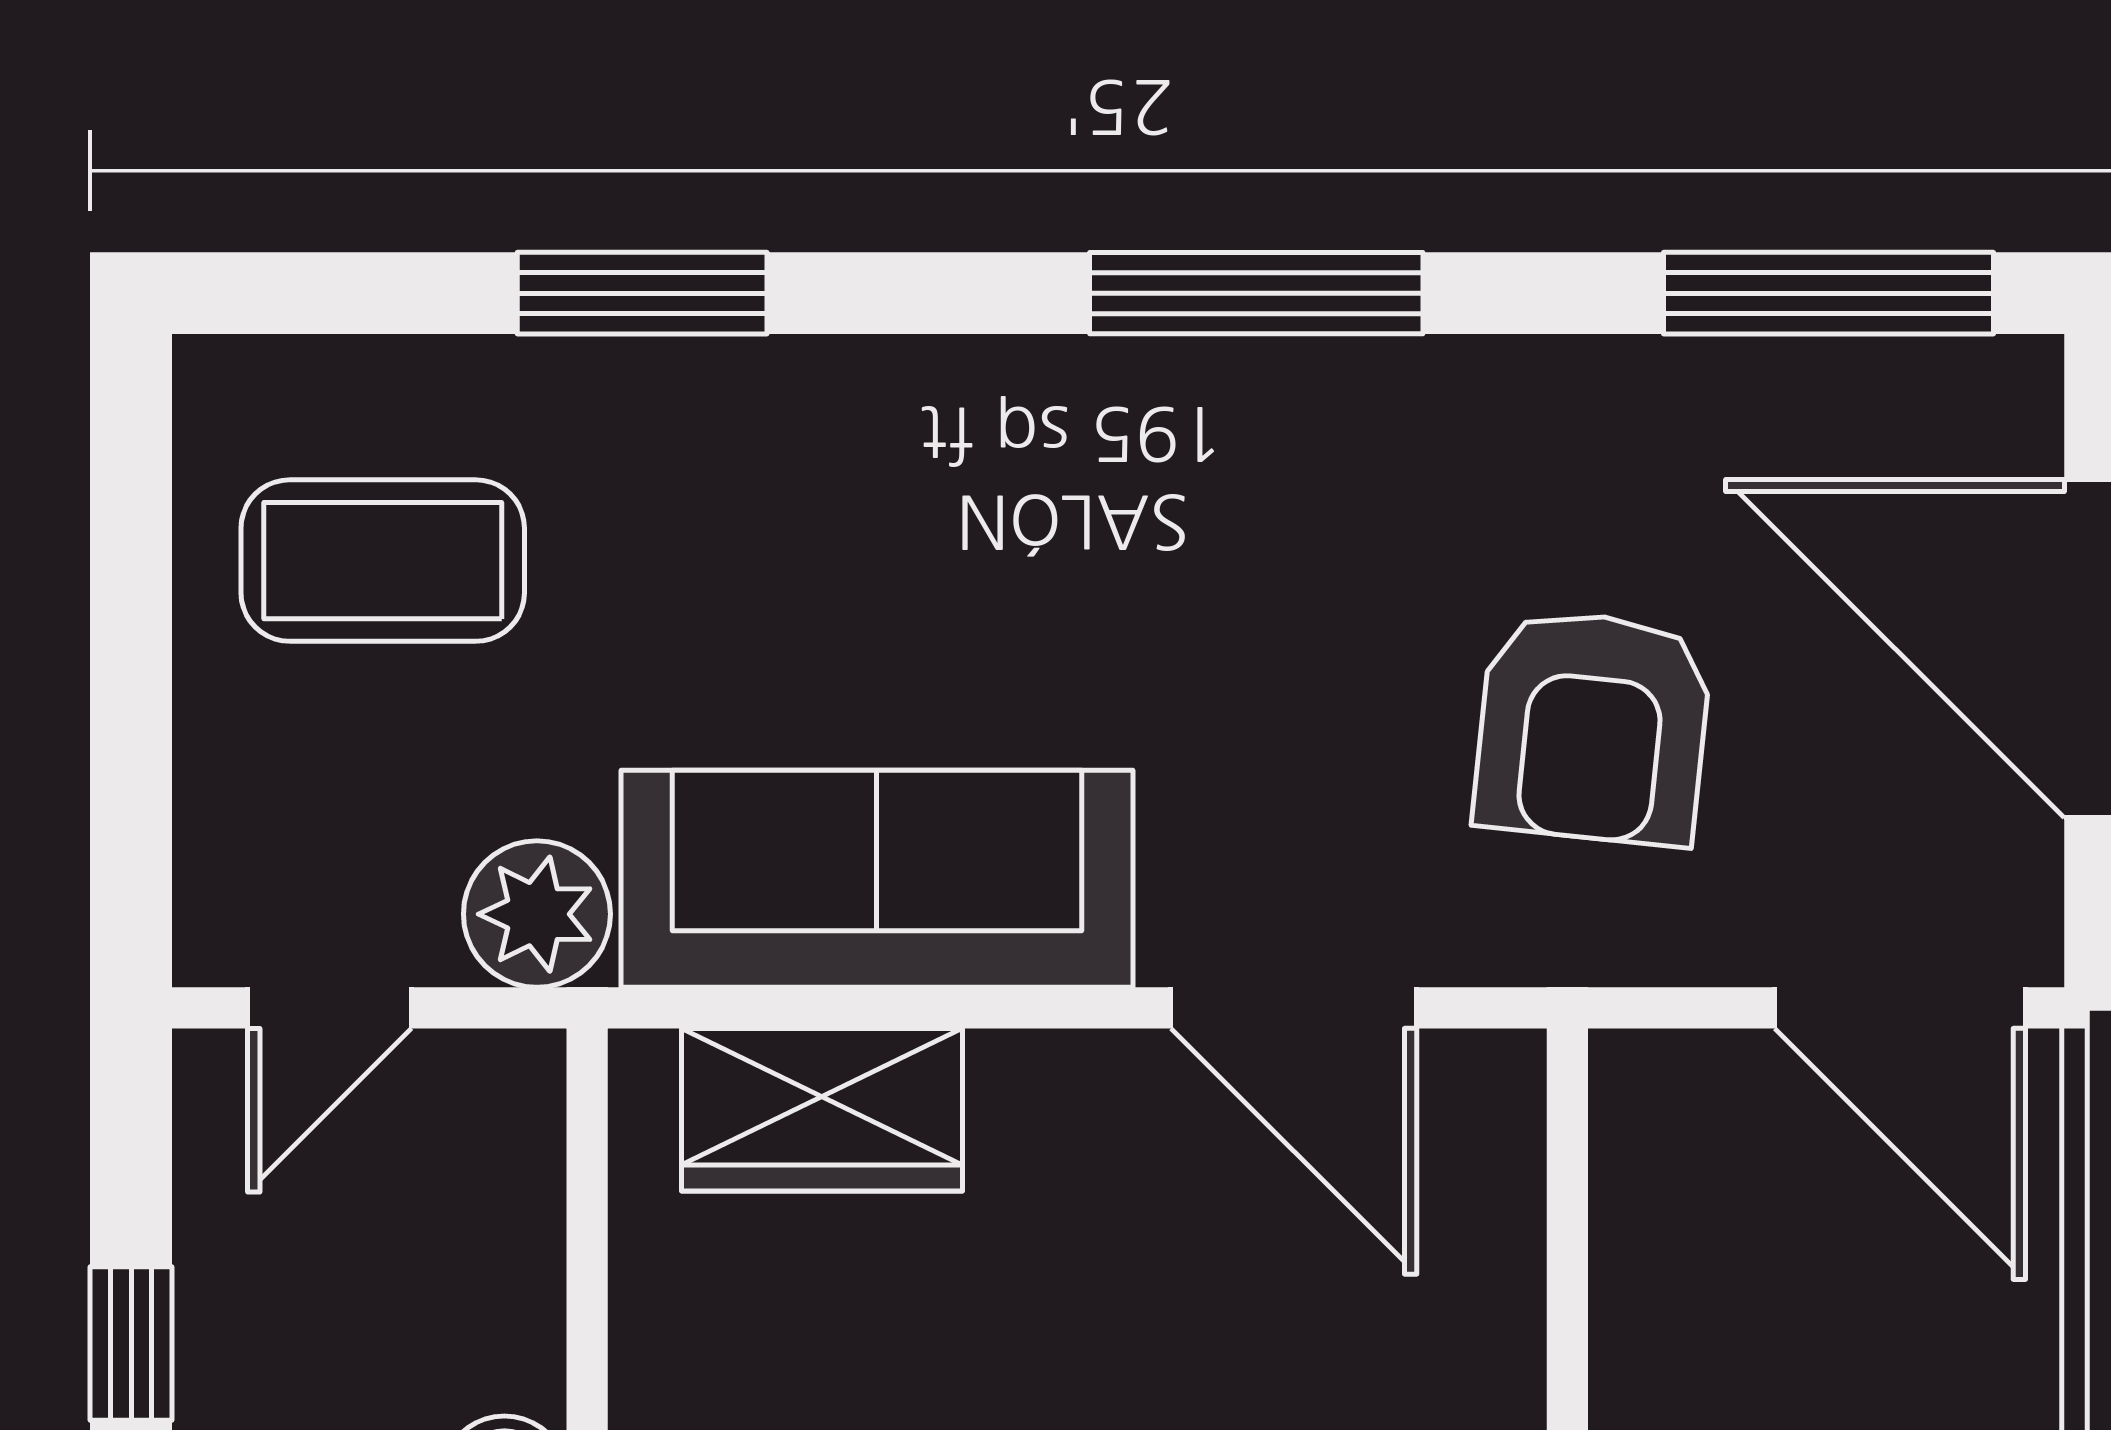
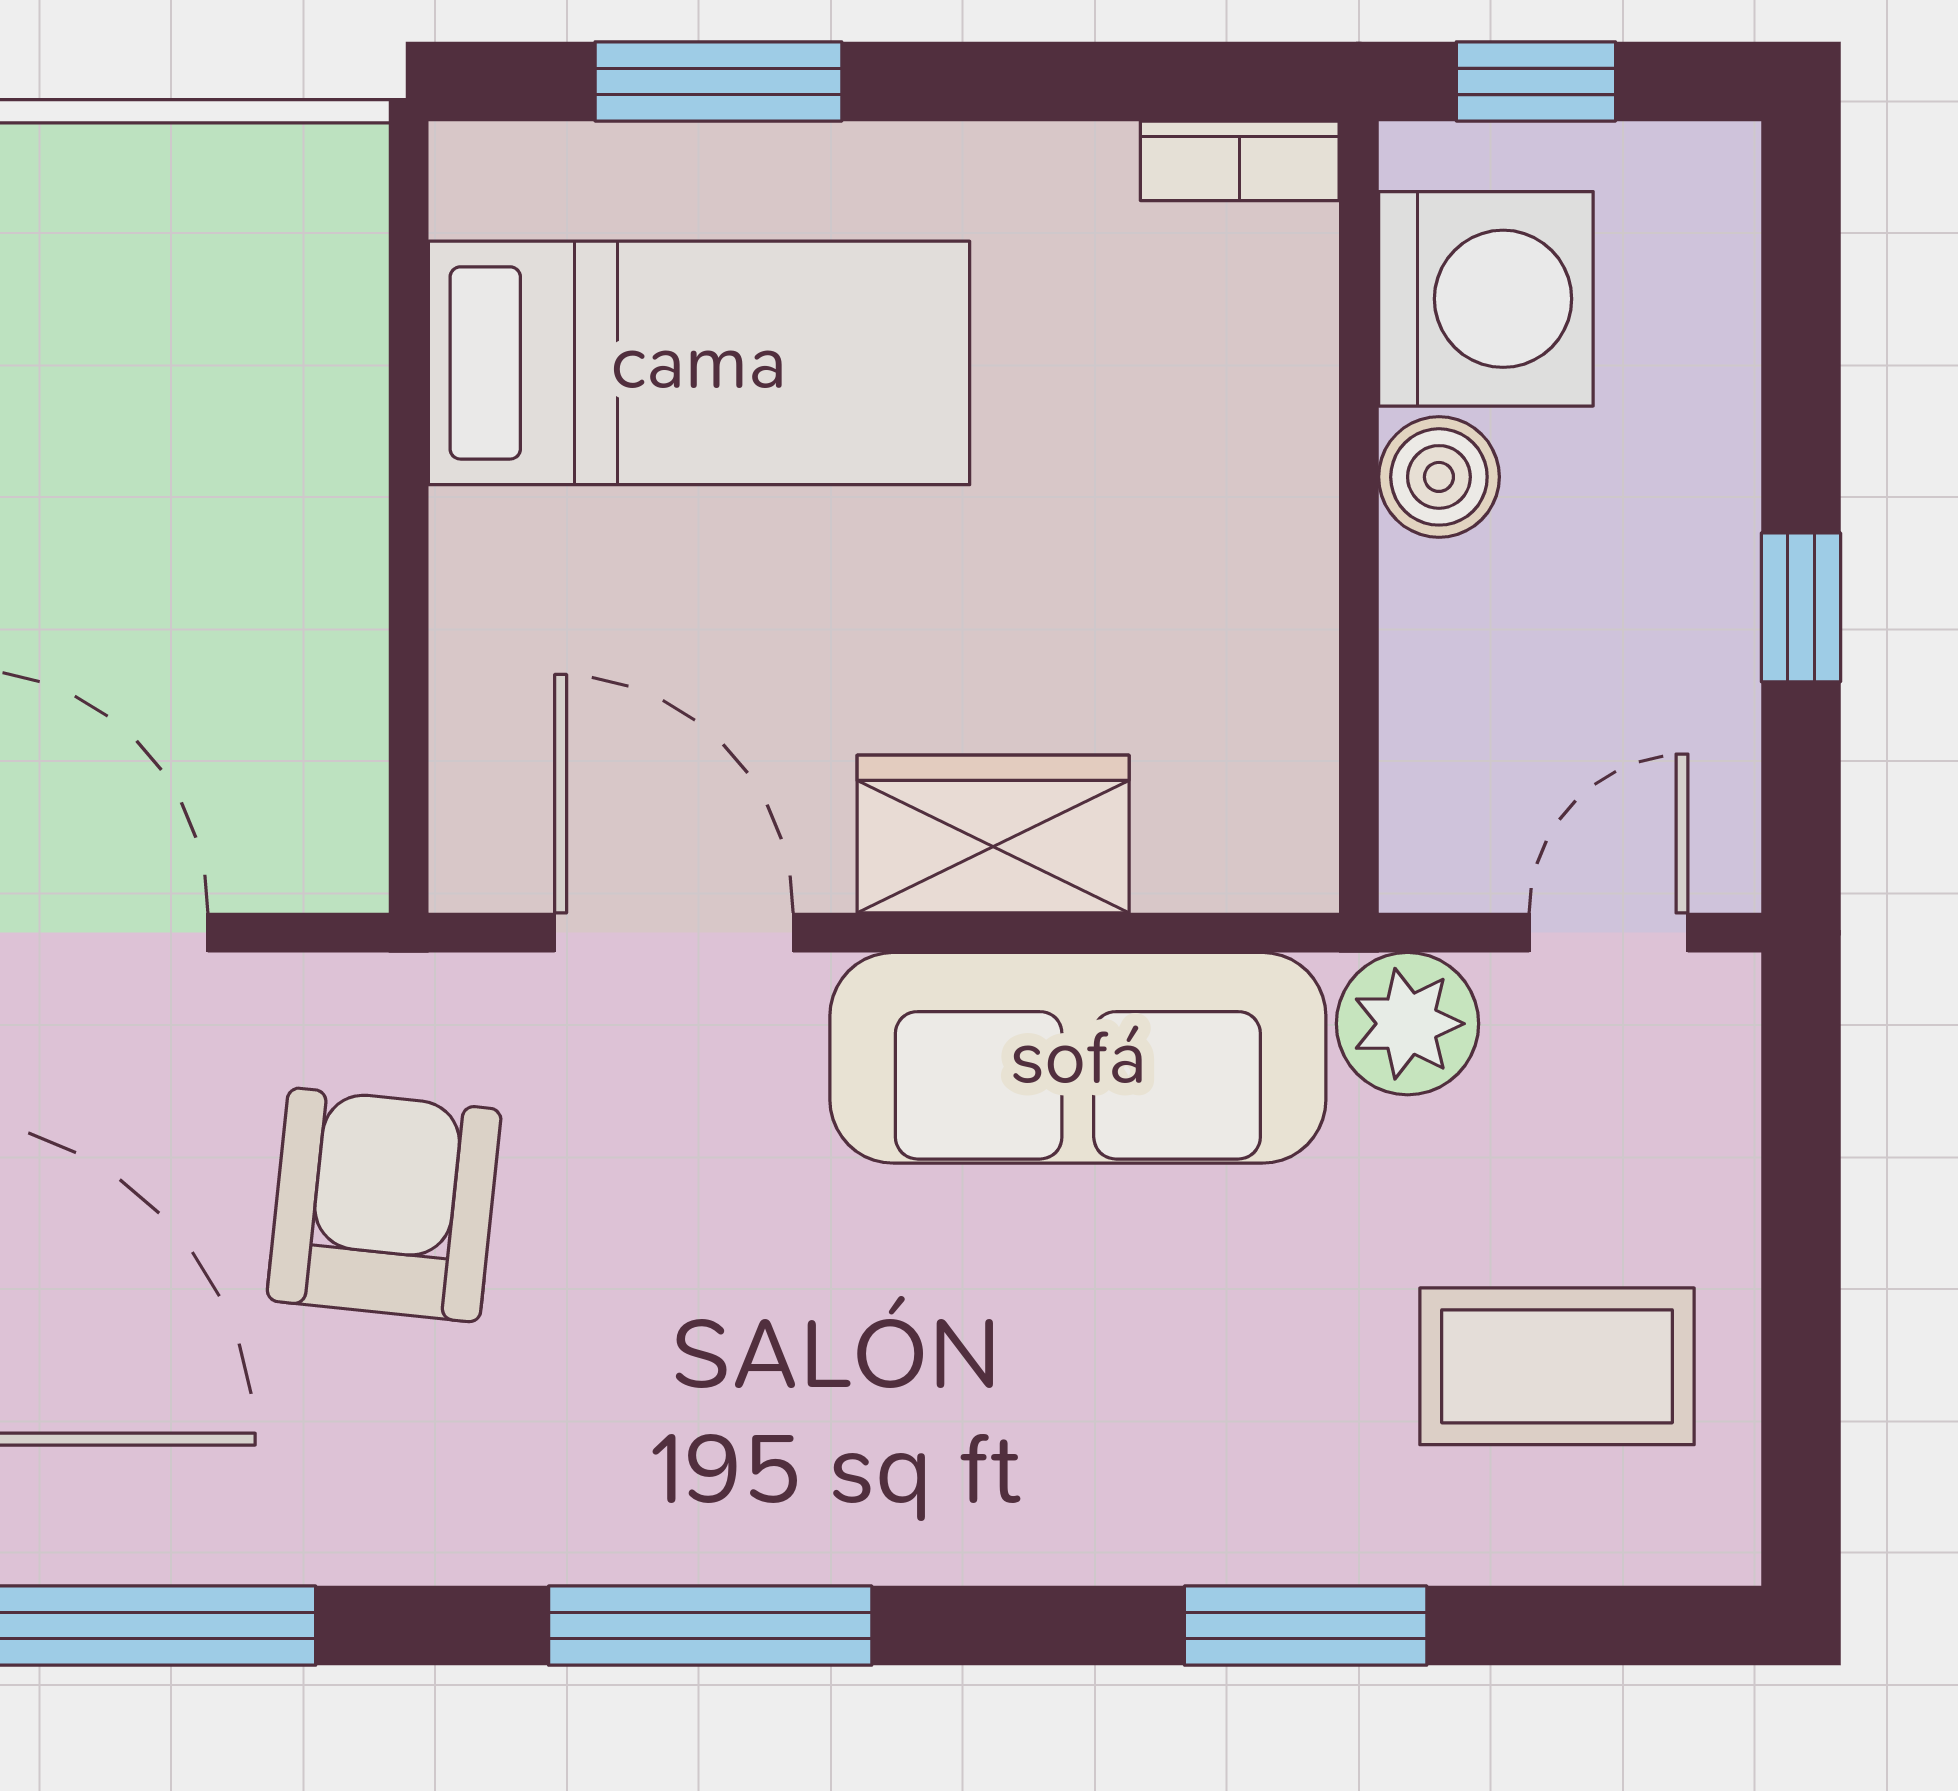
wardrobe: (822, 1110) -> (993, 834), moved

